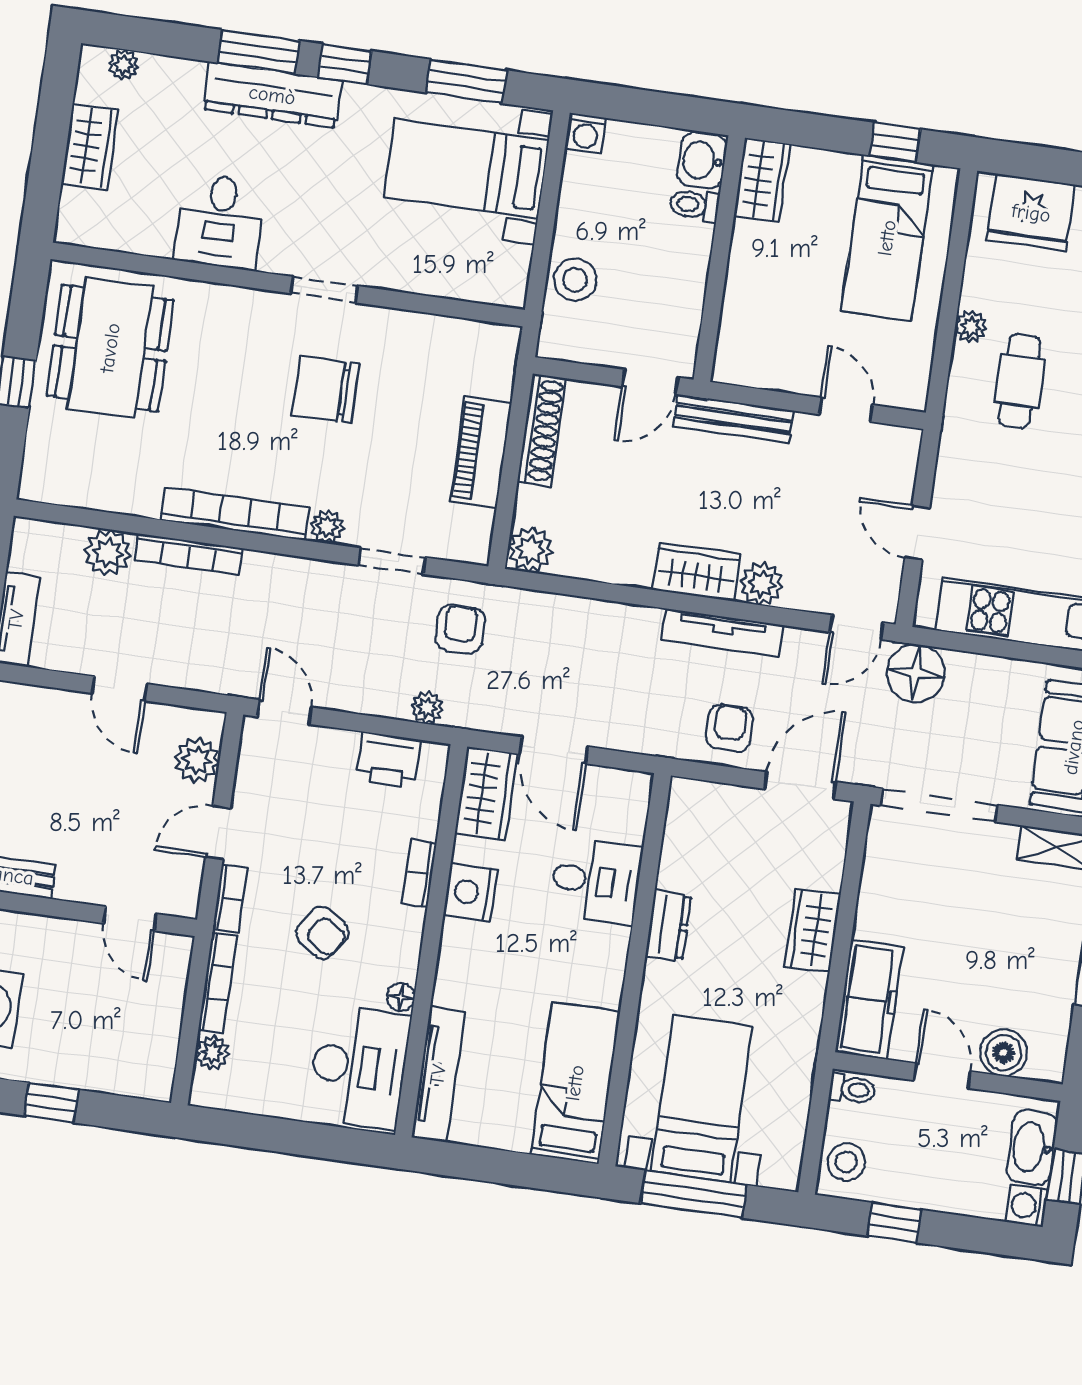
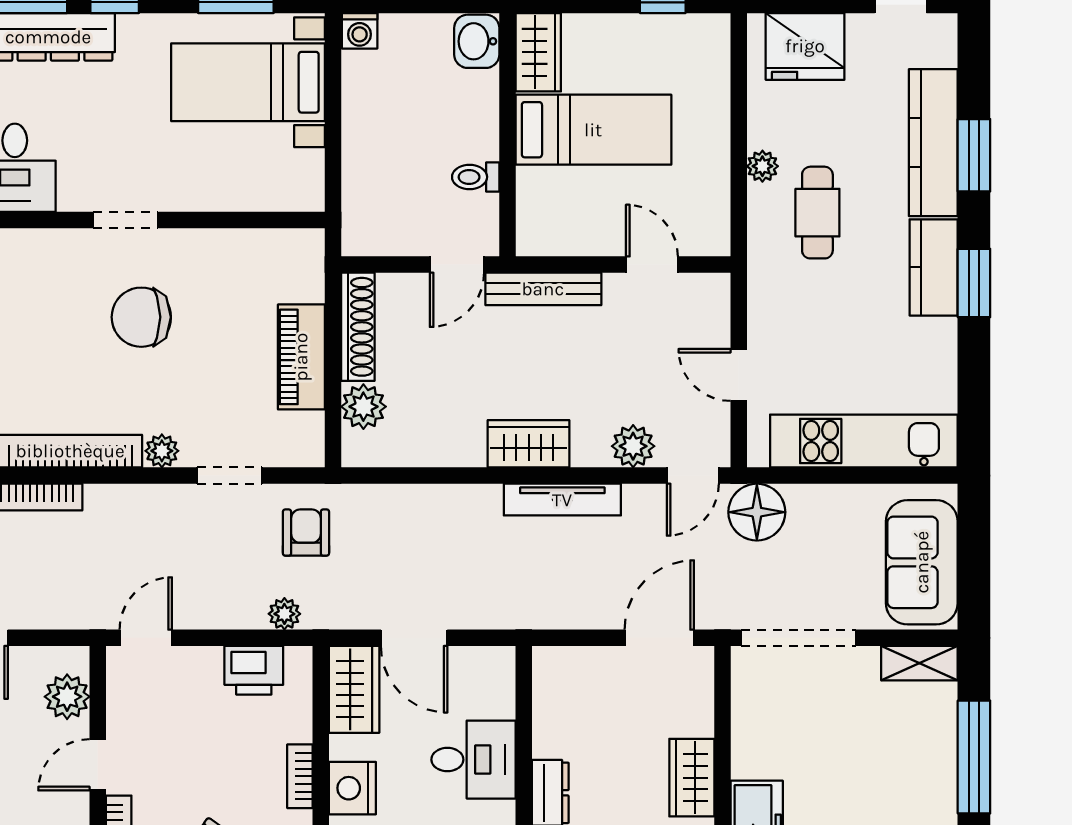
toilet: (694, 205) -> (476, 177), moved
bed: (887, 238) -> (593, 130), moved, turned -90
stool: (575, 280) -> (370, 176), removed
plant: (530, 550) -> (363, 407), moved
plant: (762, 584) -> (633, 446), moved
door: (284, 712) -> (146, 638), hinge flipped
armchair: (730, 728) -> (583, 592), removed

